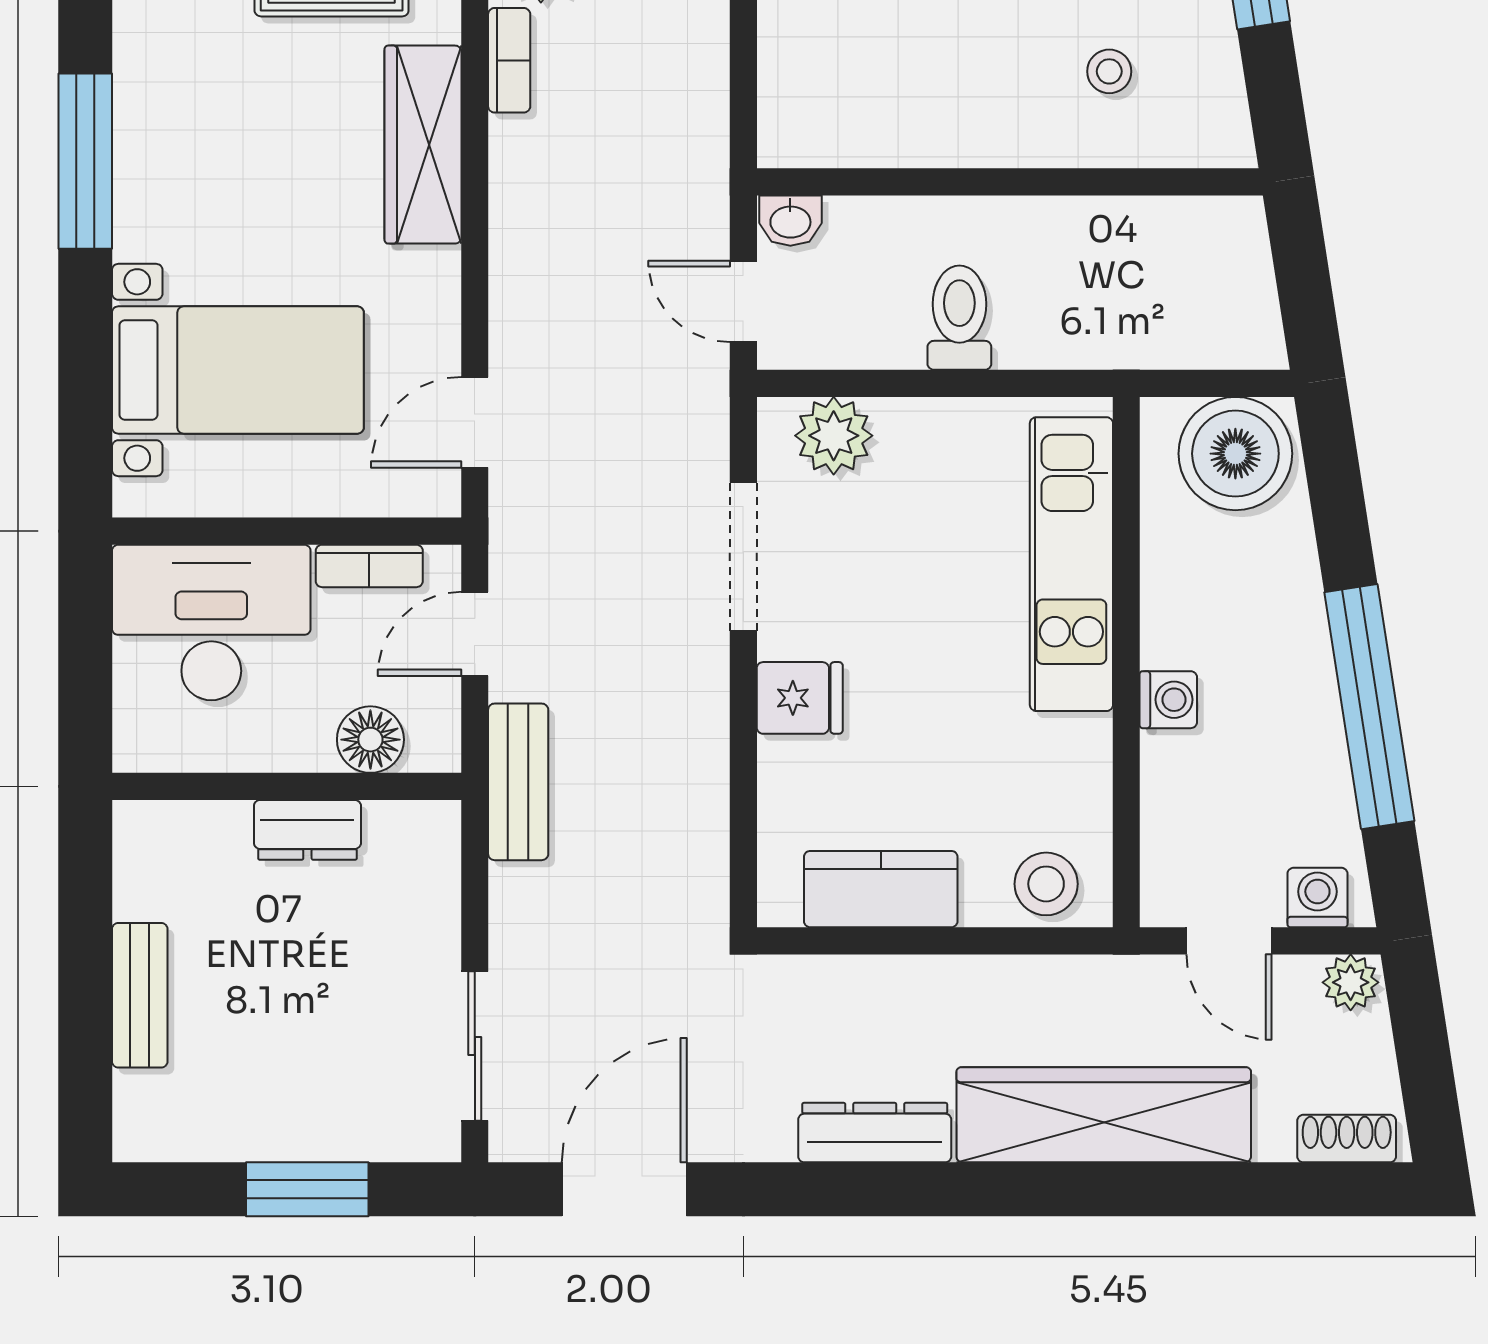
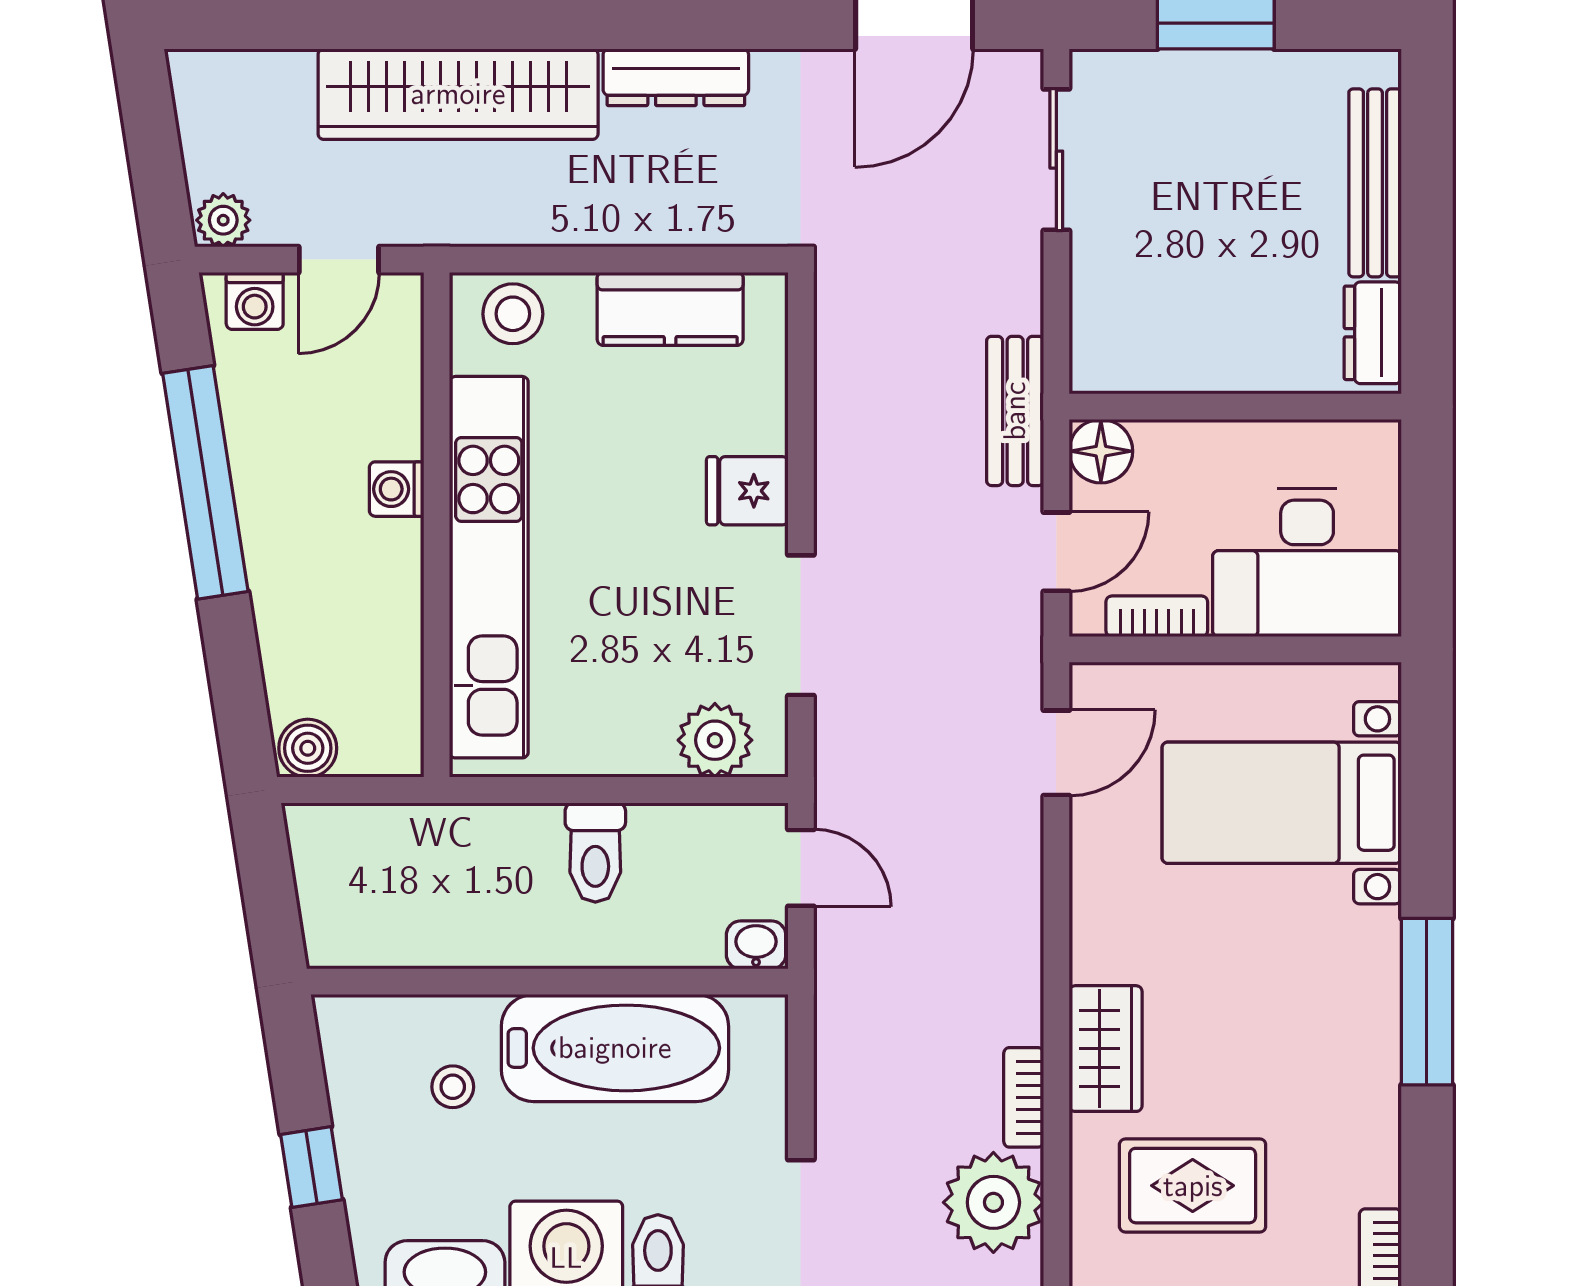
bathtub: (939, 112) -> (615, 1048), added
wardrobe: (423, 145) -> (1106, 1049), width x0.67
boiler: (1235, 454) -> (308, 748), width x0.54, depth x0.54
kitchen unit: (1071, 564) -> (489, 567), width x1.36
floor lamp: (370, 740) -> (1101, 451), moved
dresser: (307, 830) -> (1373, 333), moved, turned -90
door: (1229, 941) -> (339, 260), swing flipped
bench: (140, 995) -> (1375, 183), width x1.36
shoe rack: (1347, 1139) -> (227, 72), removed

